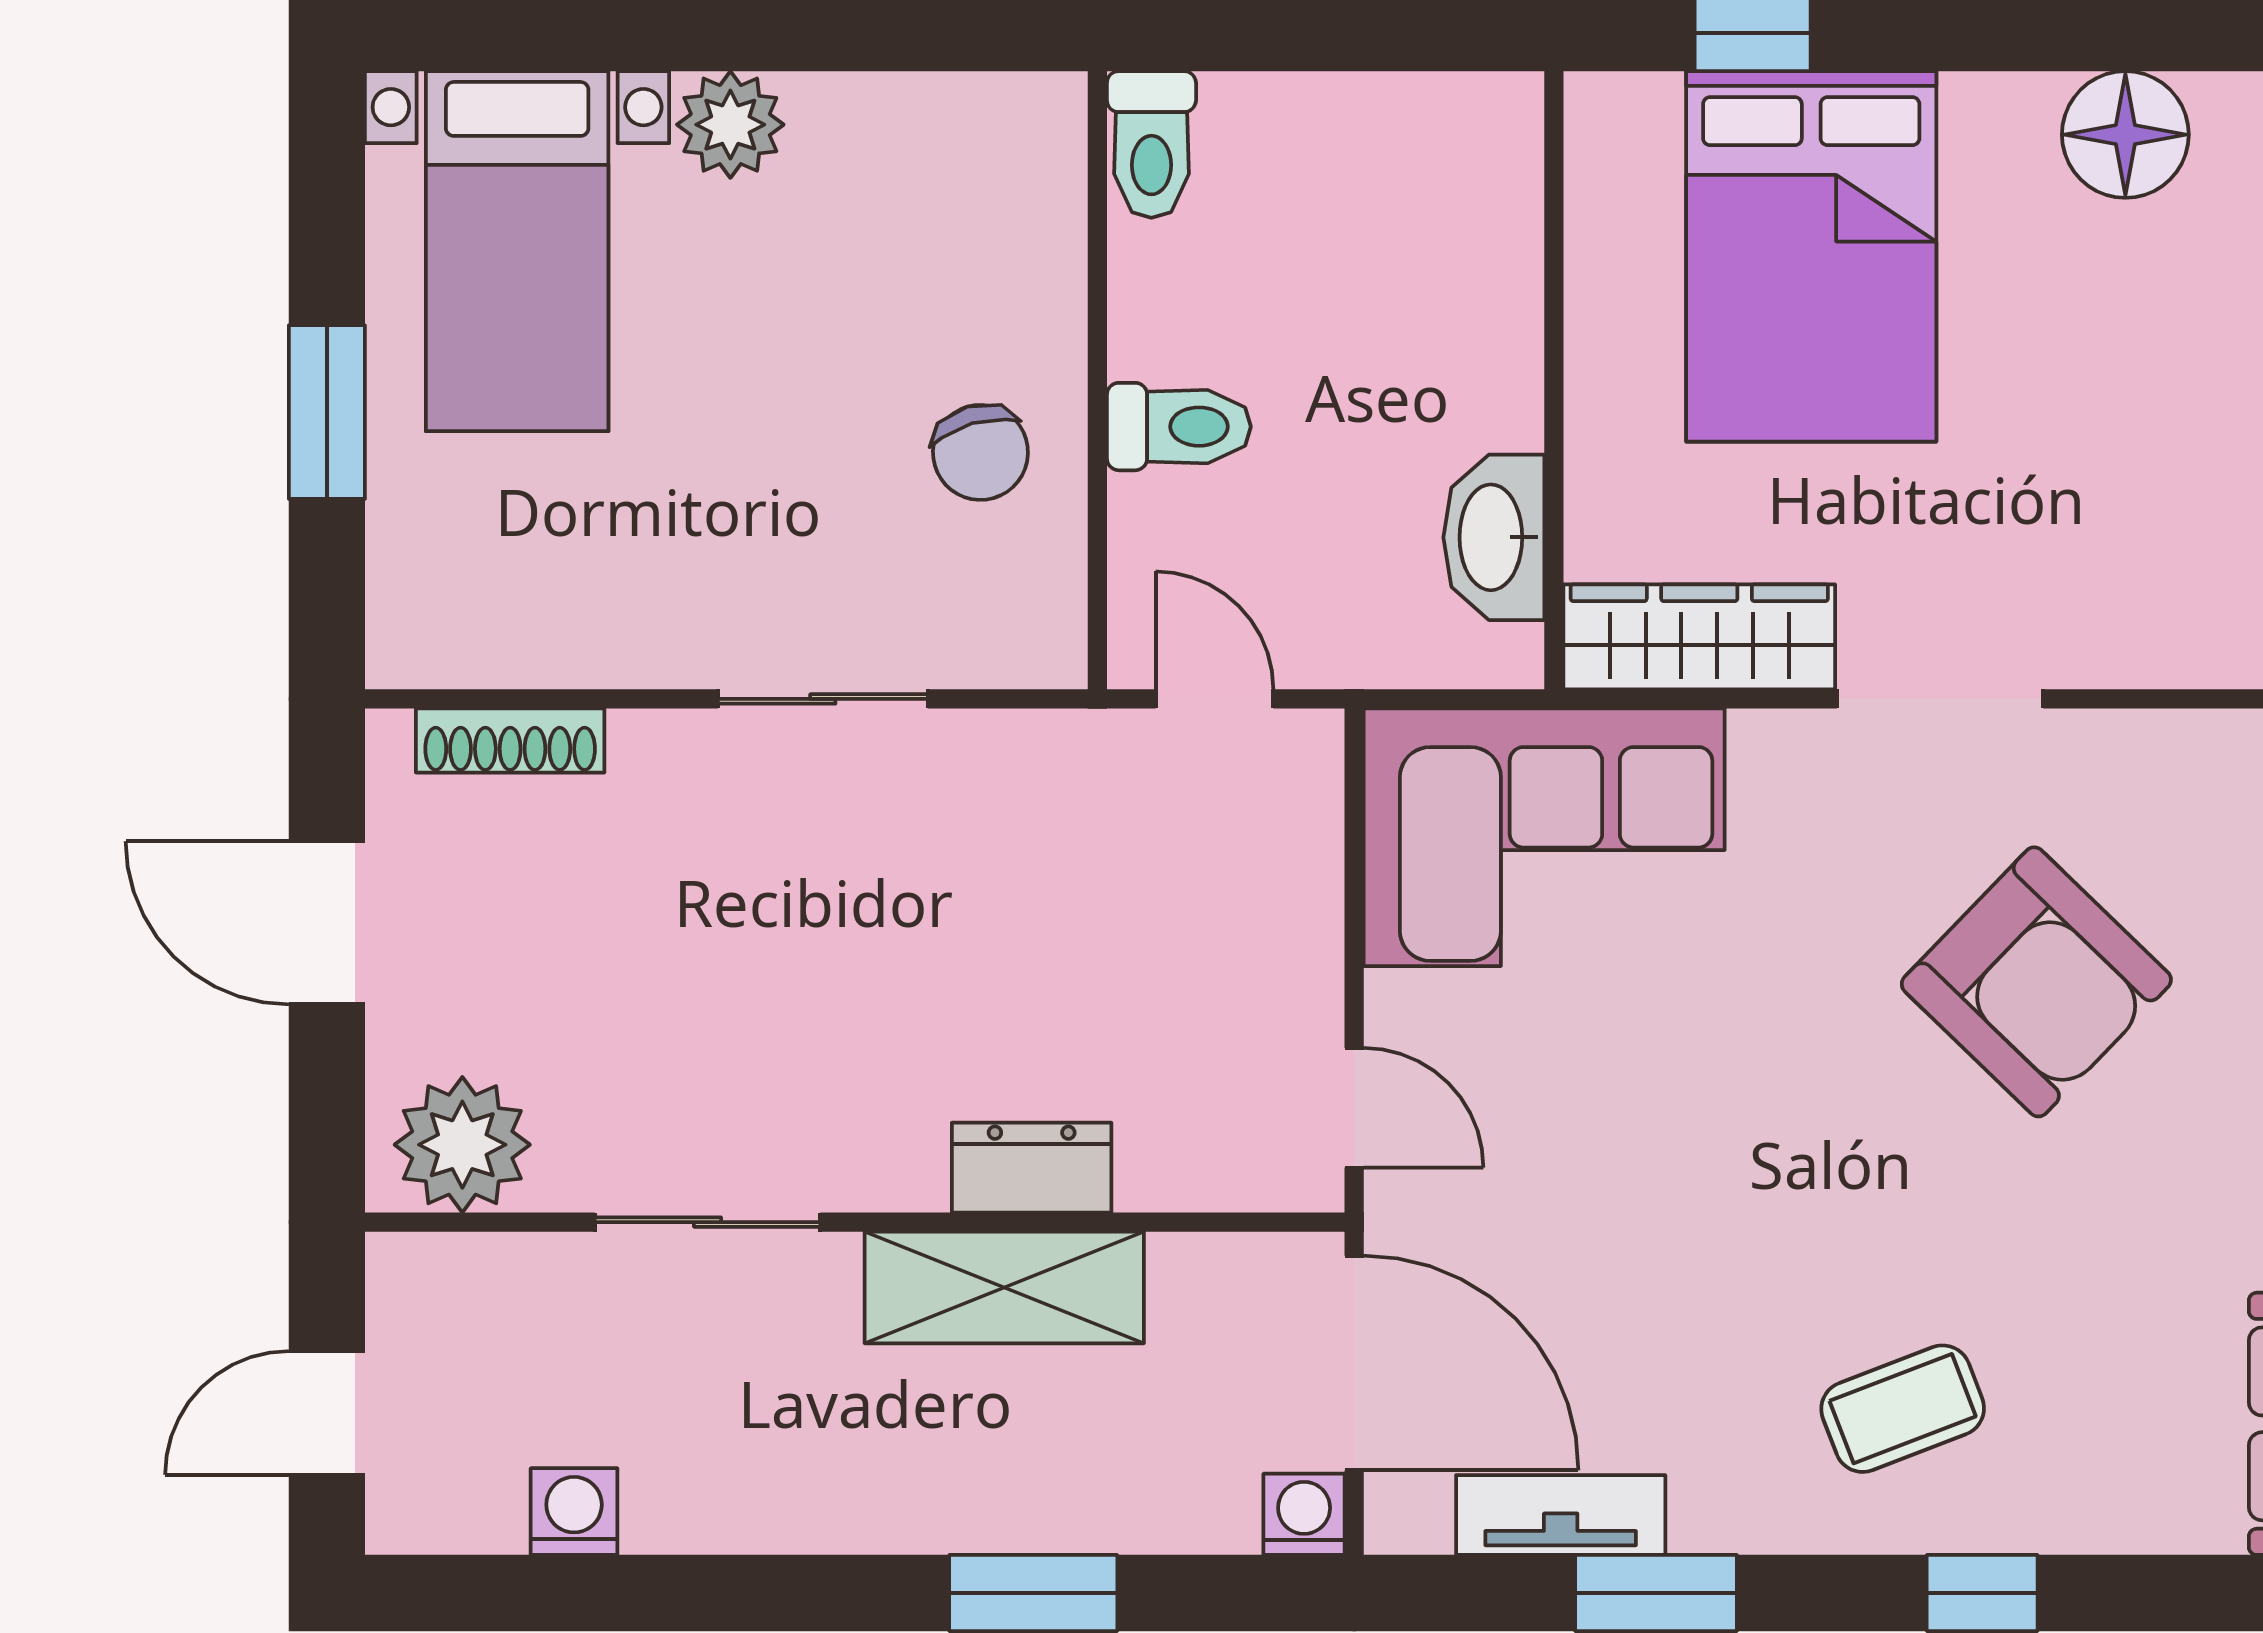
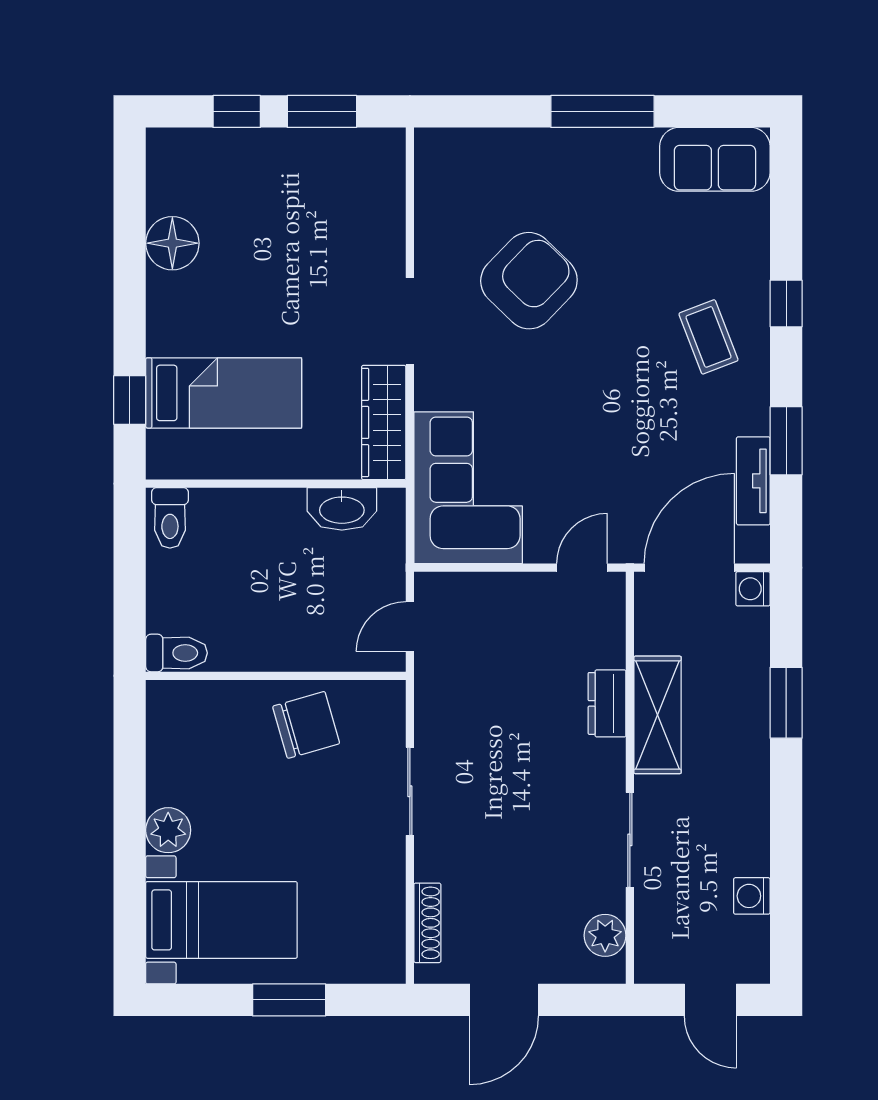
bed: (1811, 256) -> (224, 393), width x0.67
toilet: (1179, 427) -> (170, 518), moved, turned 180
chair: (980, 452) -> (306, 725), width x1.37, depth x1.37
plant: (462, 1145) -> (605, 935), width x0.73, depth x0.73

